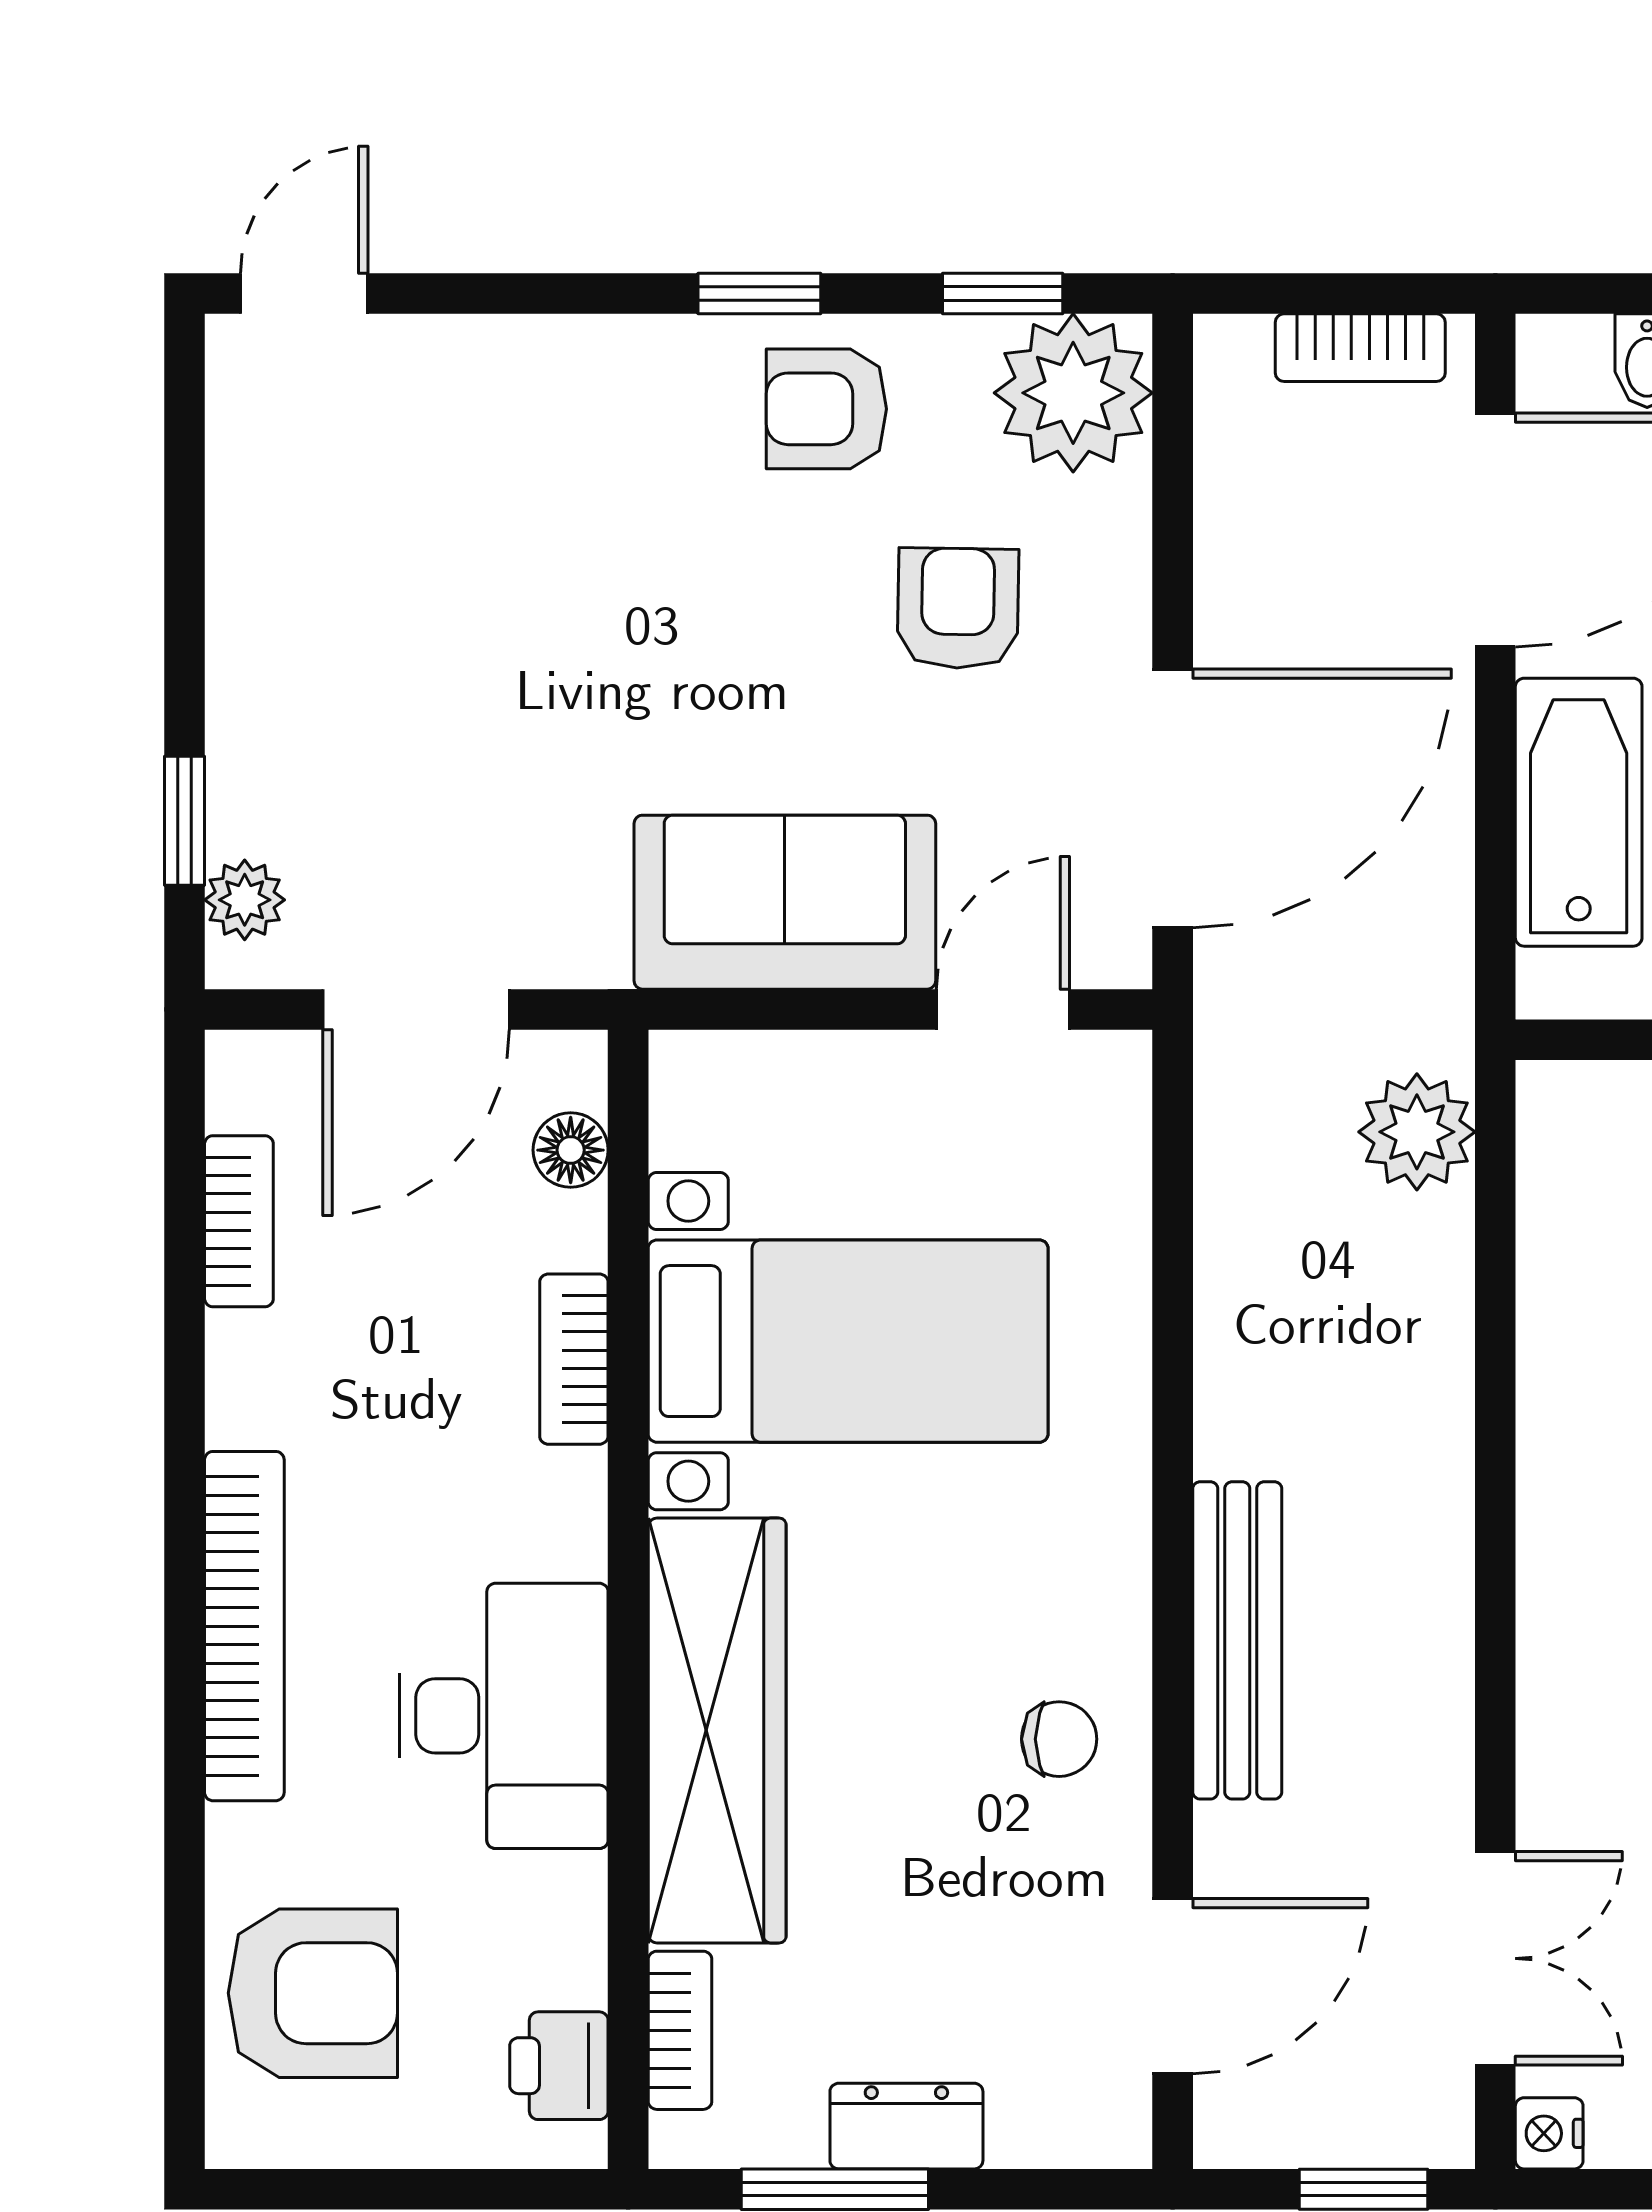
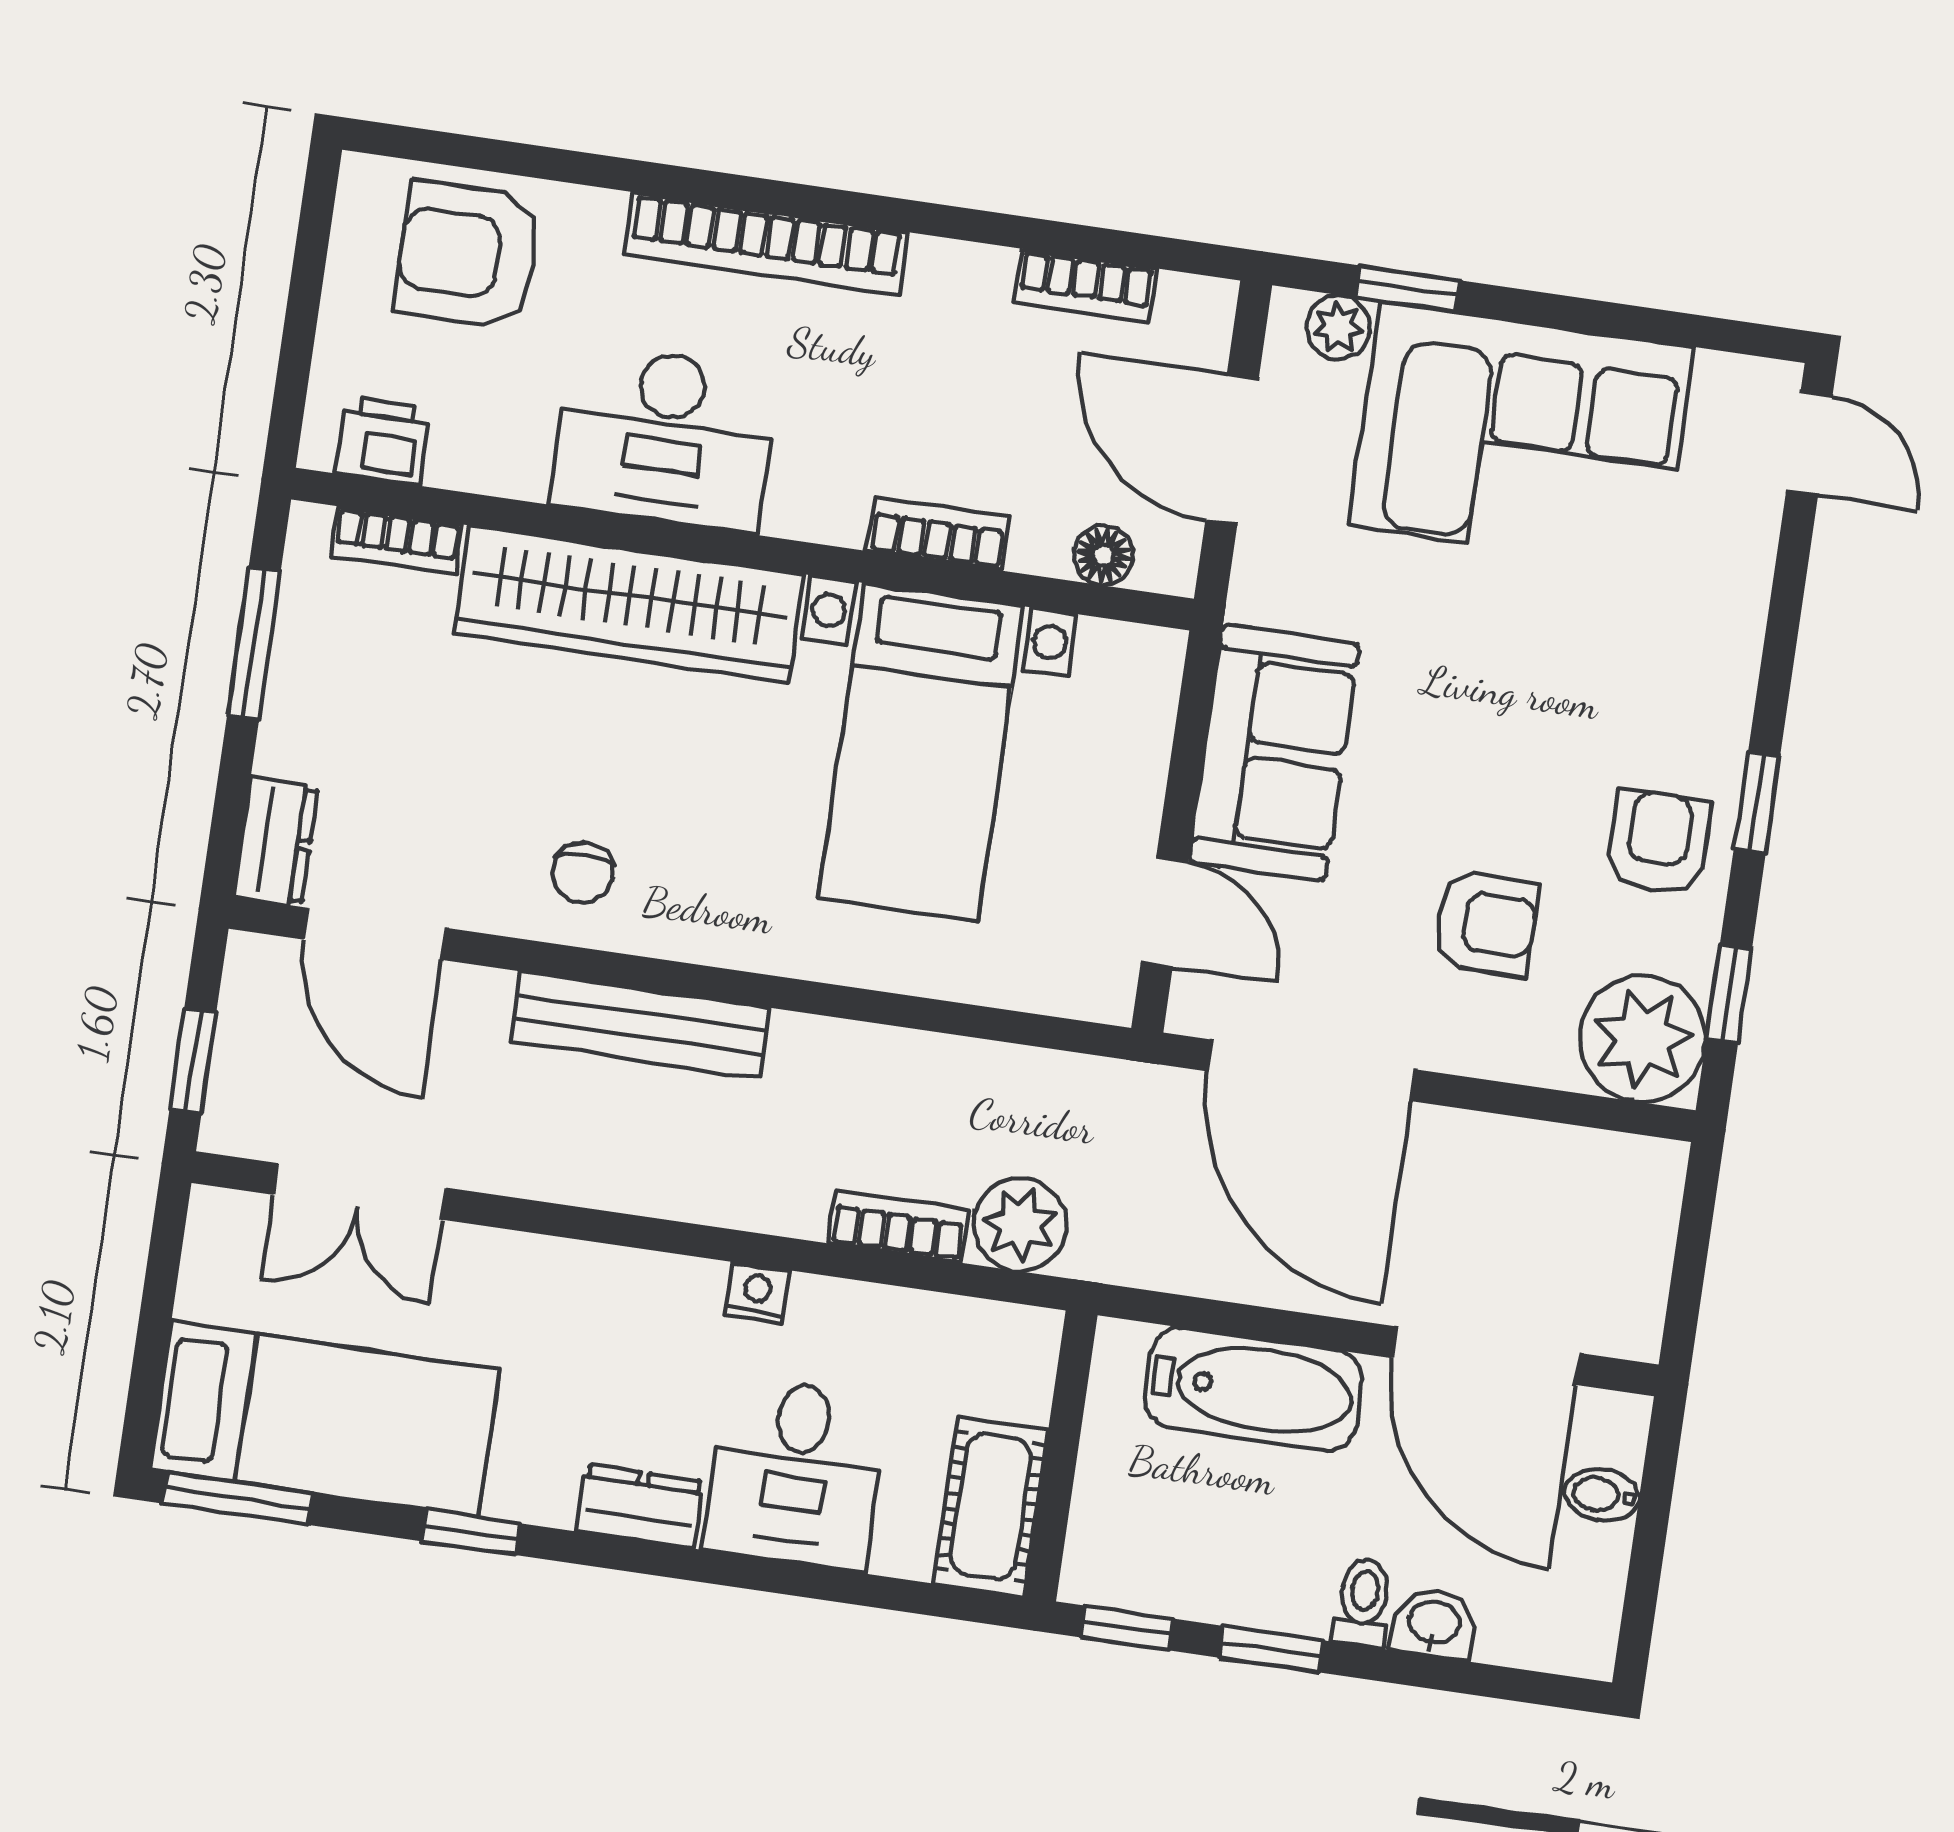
bookcase: (1360, 348) -> (898, 1226), moved, turned 90
corner sofa: (347, 653) -> (1521, 436), added
armchair: (313, 1993) -> (468, 255), turned 90
dresser: (906, 2126) -> (276, 842), moved
nightstand: (1549, 2133) -> (757, 1293), moved

